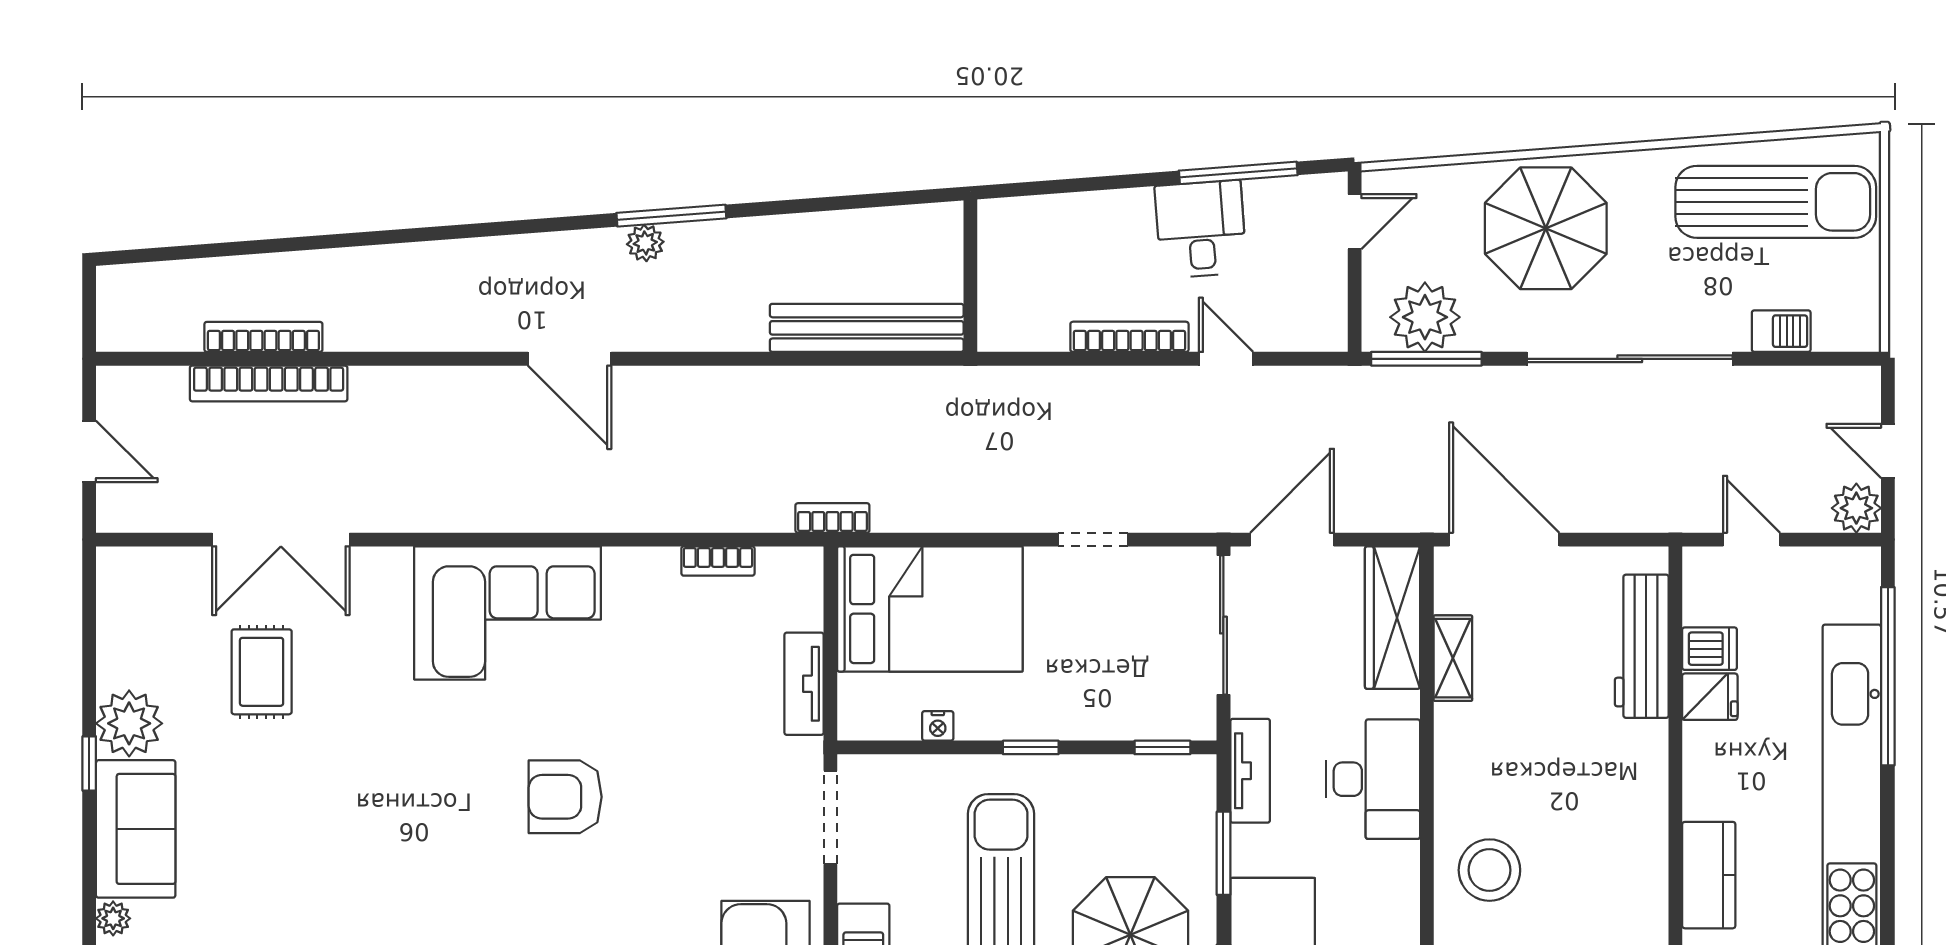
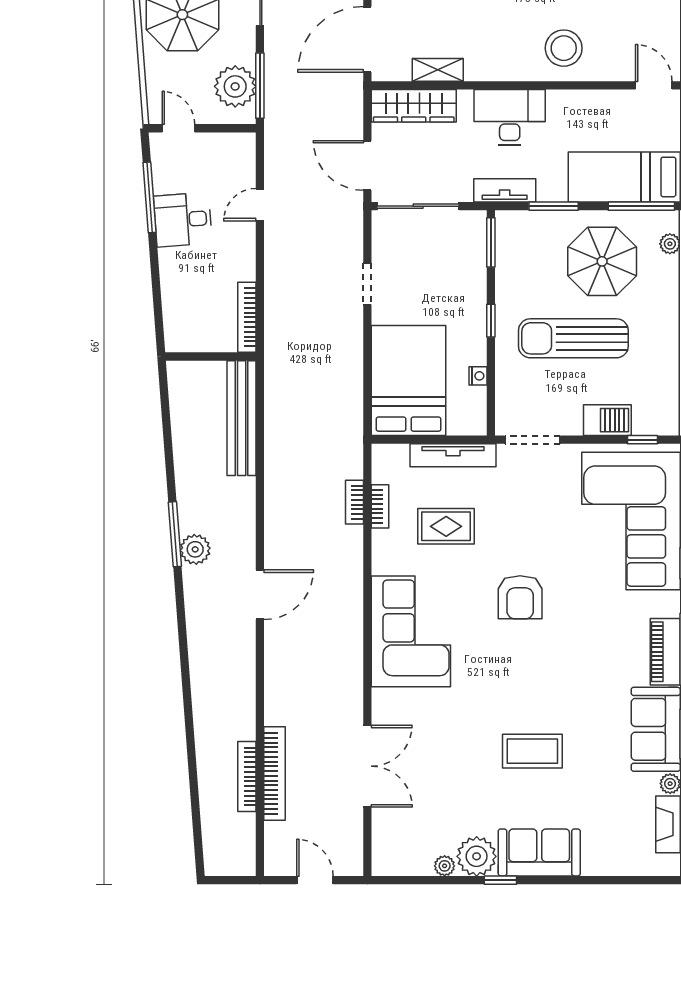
plant: (645, 243) -> (195, 549), width x1.38, depth x1.38
bookcase: (1129, 337) -> (247, 317), moved
door: (89, 451) -> (315, 880), hinge flipped
bookcase: (832, 518) -> (354, 502), moved
rug: (262, 672) -> (446, 526), moved
tv unit: (804, 684) -> (453, 455), width x1.41
window: (1162, 747) -> (491, 242), width x1.50
coffee table: (306, 817) -> (532, 751), added
plant: (113, 918) -> (445, 866), moved

